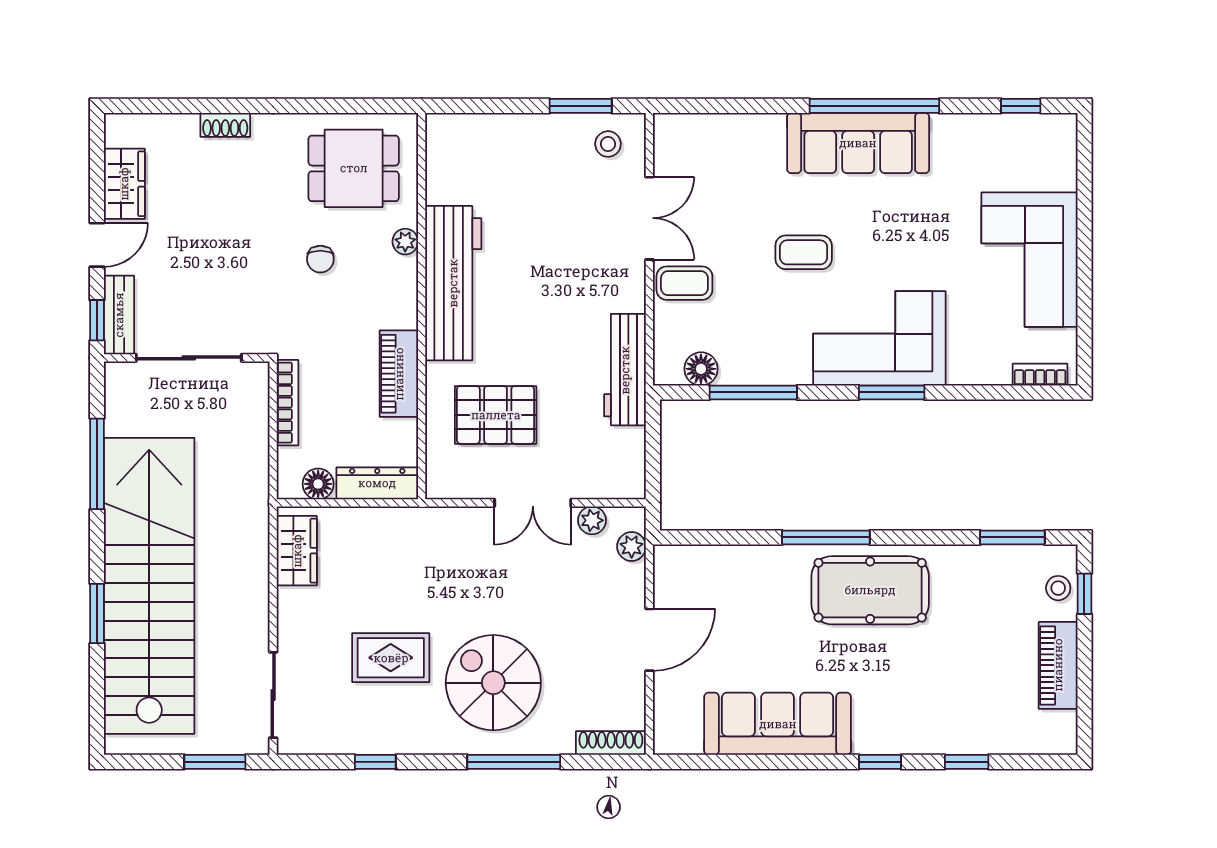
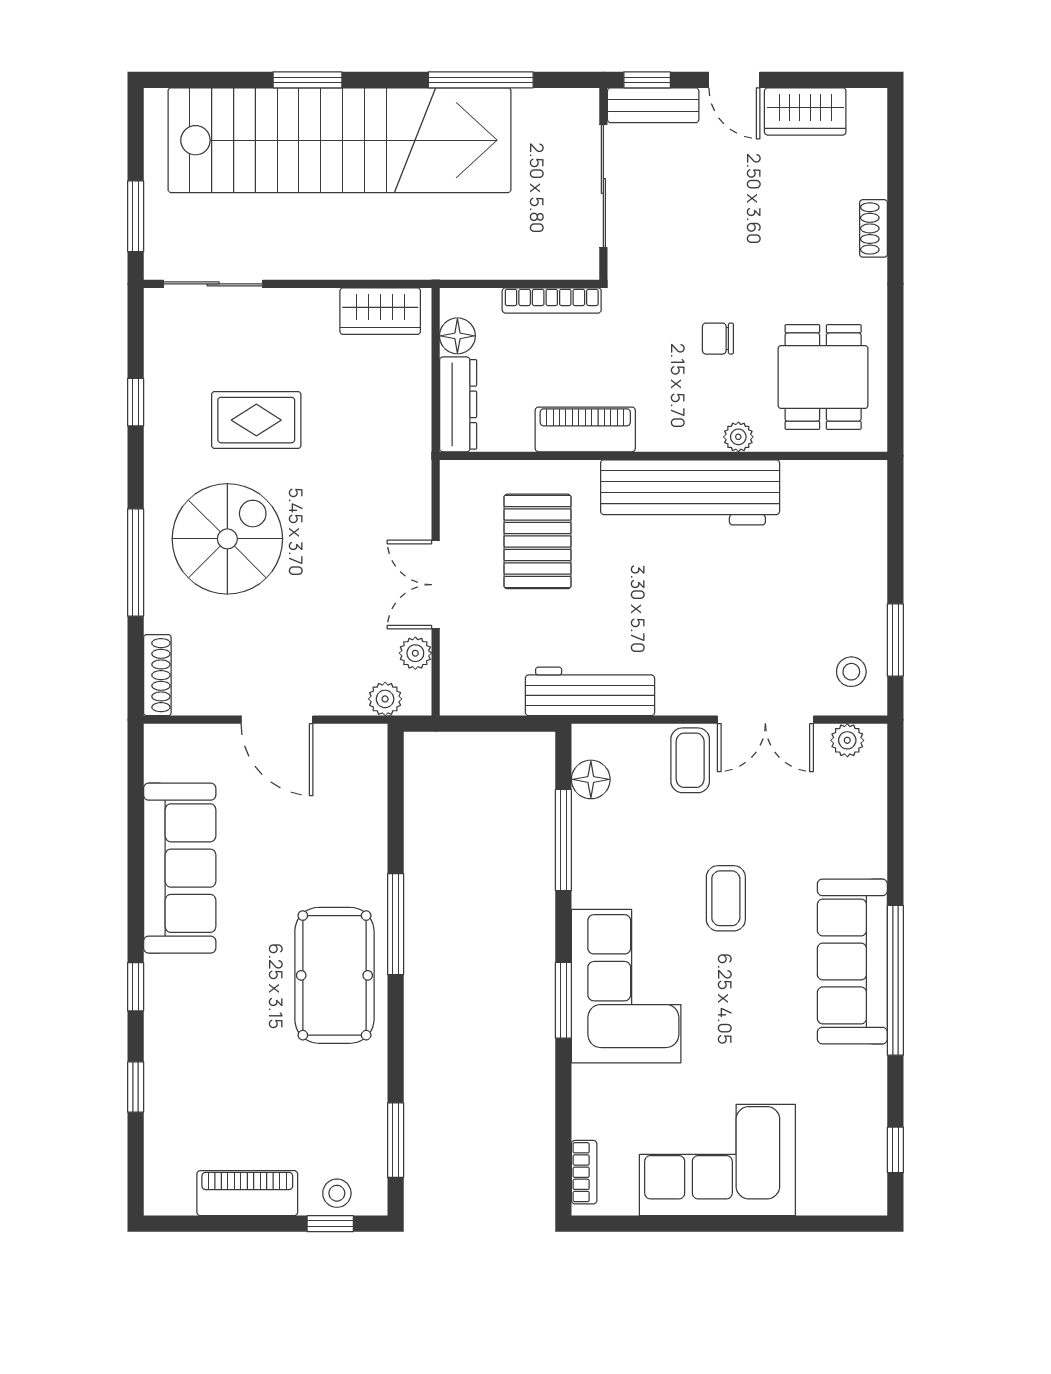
plant: (667, 147) -> (847, 740), added
rug: (391, 658) -> (256, 420), turned 90

